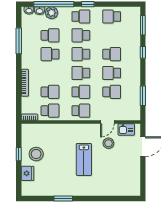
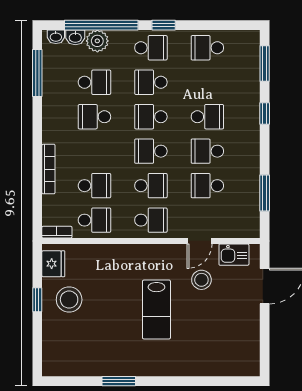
window: (19, 41) -> (37, 73), moved
school desk: (112, 92) -> (207, 186), turned 180
fridge: (28, 173) -> (53, 264), moved

